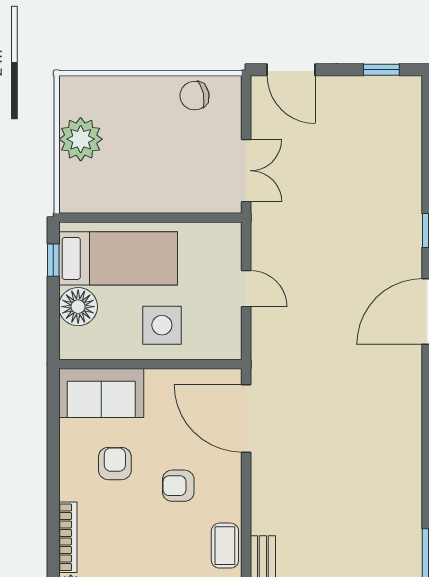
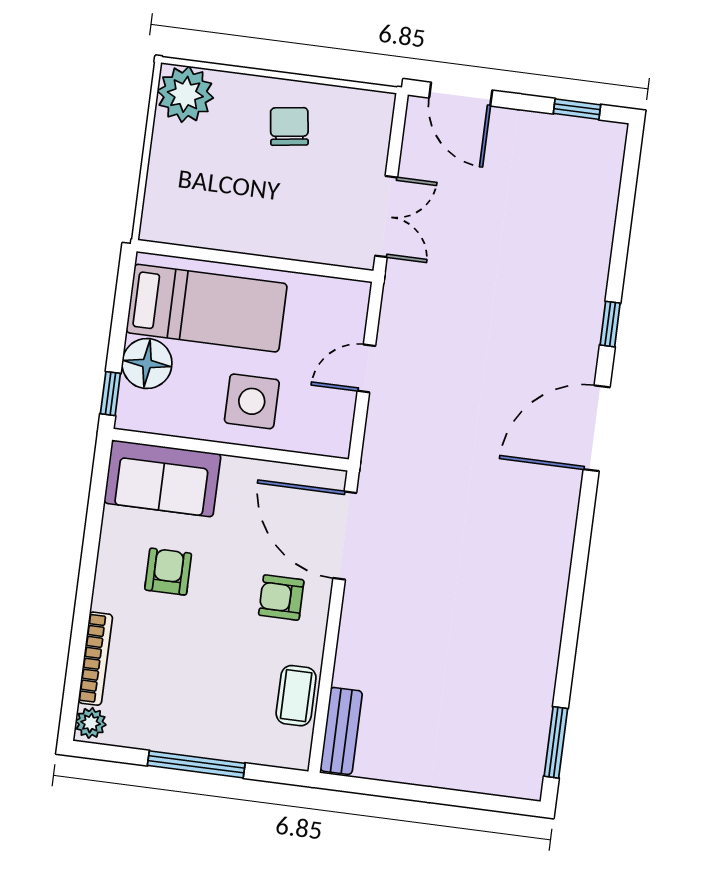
chair: (195, 96) -> (289, 126), moved, turned 94
plant: (81, 139) -> (185, 94), moved
window: (53, 260) -> (110, 394), moved
door: (246, 289) -> (366, 368), swing flipped
armchair: (178, 486) -> (281, 598), moved

